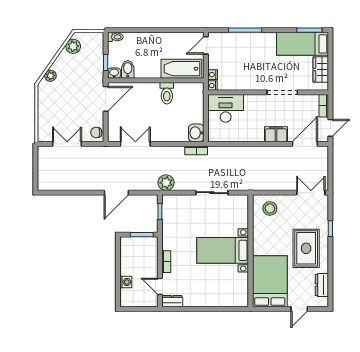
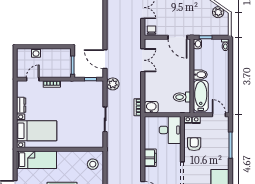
bidet: (128, 69) -> (200, 75), moved
armchair: (244, 77) -> (194, 144), added
toilet: (167, 93) -> (182, 97), moved
filing cabinet: (276, 134) -> (150, 158), moved
door: (116, 193) -> (105, 59), moved
bed with nightstands: (223, 250) -> (37, 131), moved, turned 90
bed: (270, 281) -> (36, 160), width x0.67
dresser: (172, 301) -> (21, 105), moved

